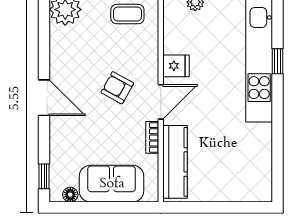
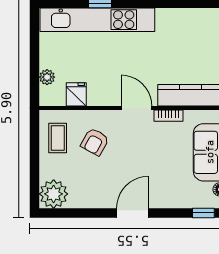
fridge: (176, 66) -> (76, 94), moved
armchair: (117, 88) -> (95, 142), moved

